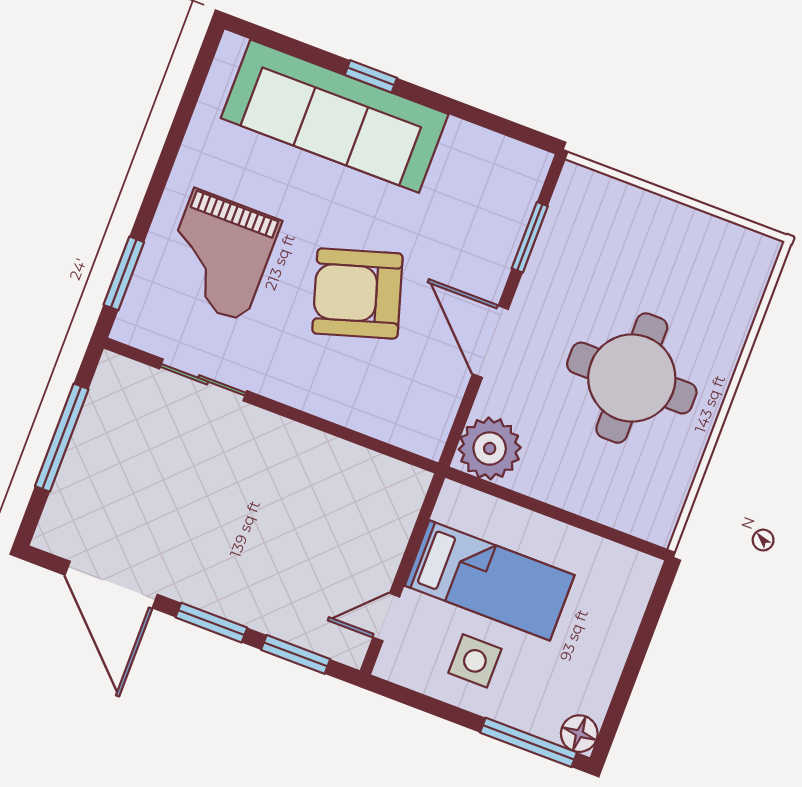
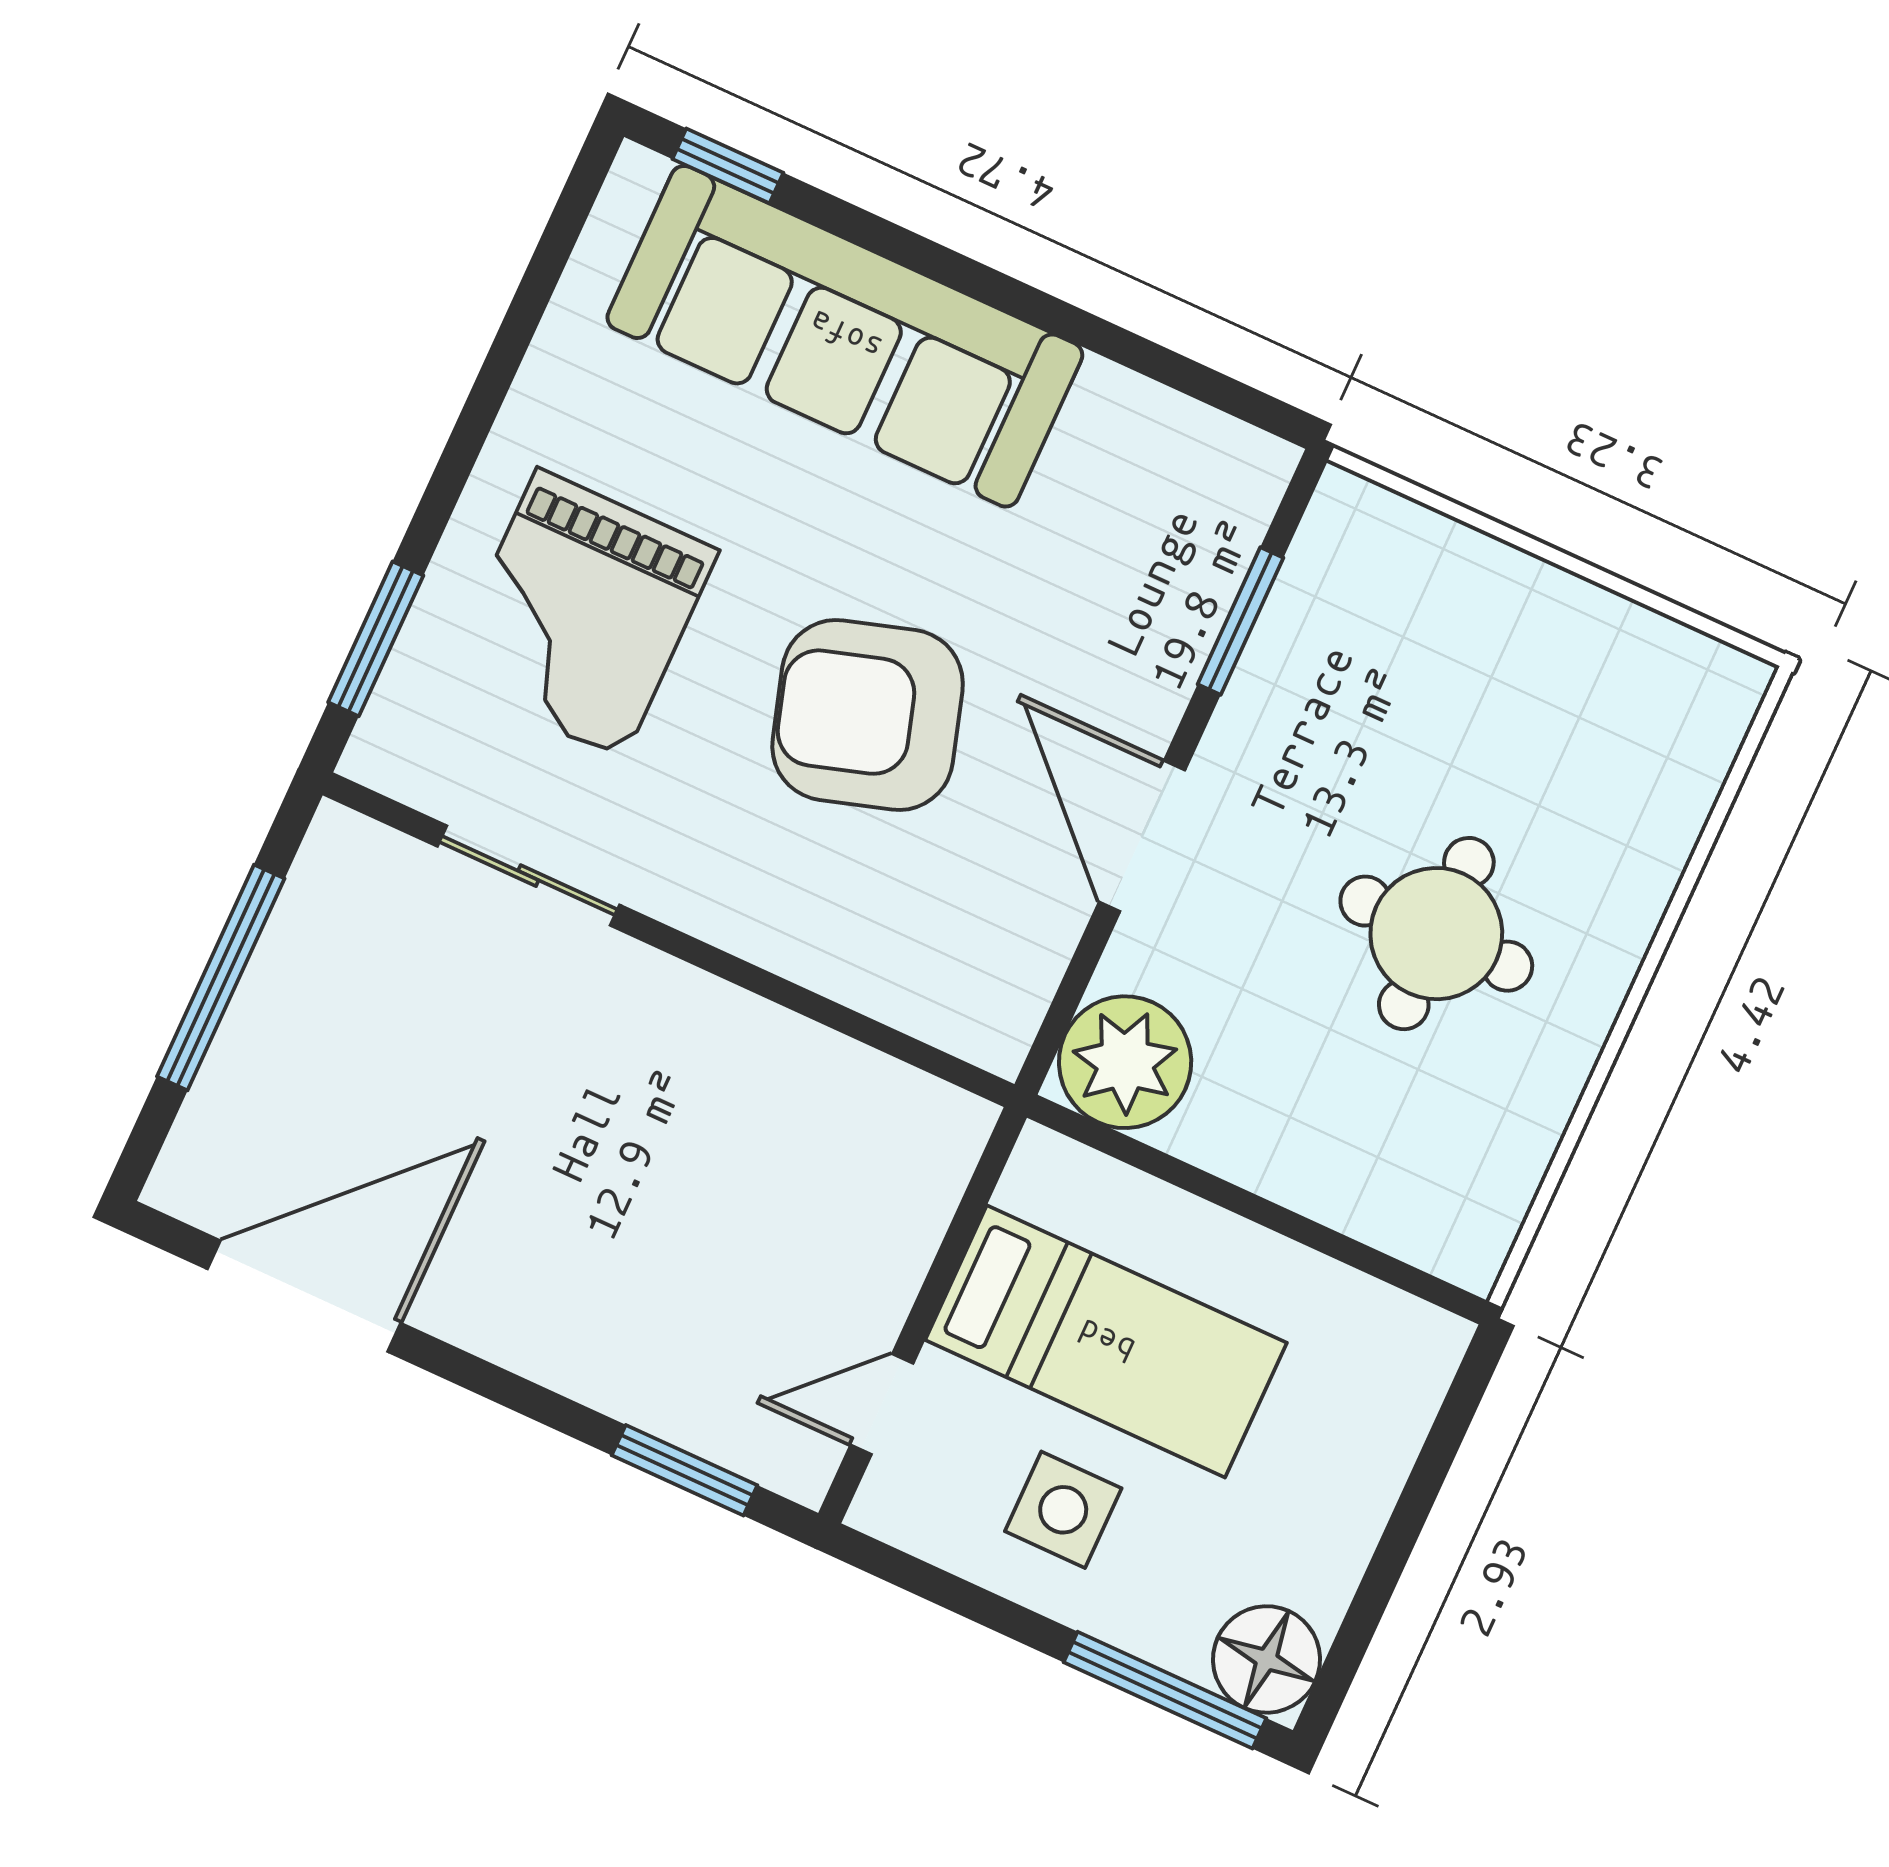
window: (371, 76) -> (728, 166), moved
round table: (632, 378) -> (1436, 934), width x0.73, depth x0.73
door: (111, 585) -> (304, 1296), swing flipped
window: (211, 623) -> (511, 1391), removed
floor lamp: (579, 734) -> (1267, 1659), width x1.38, depth x1.38

